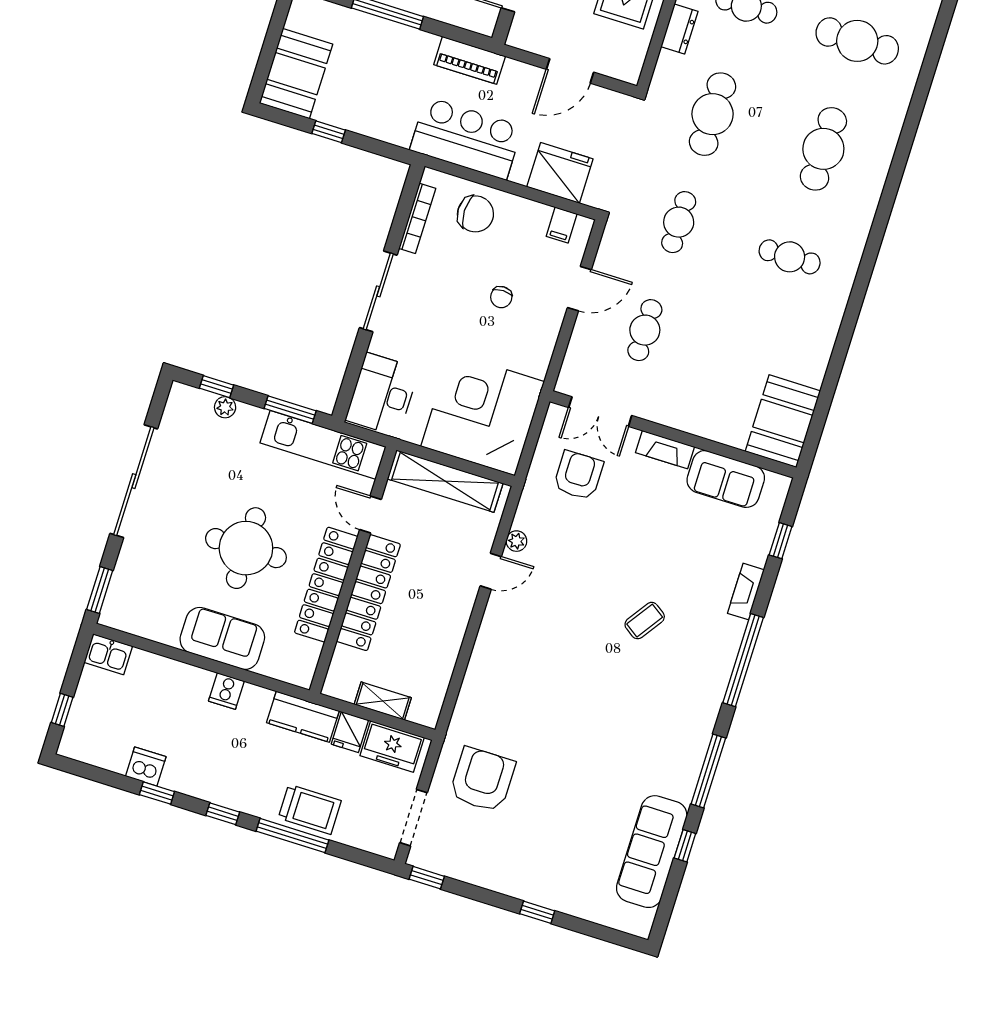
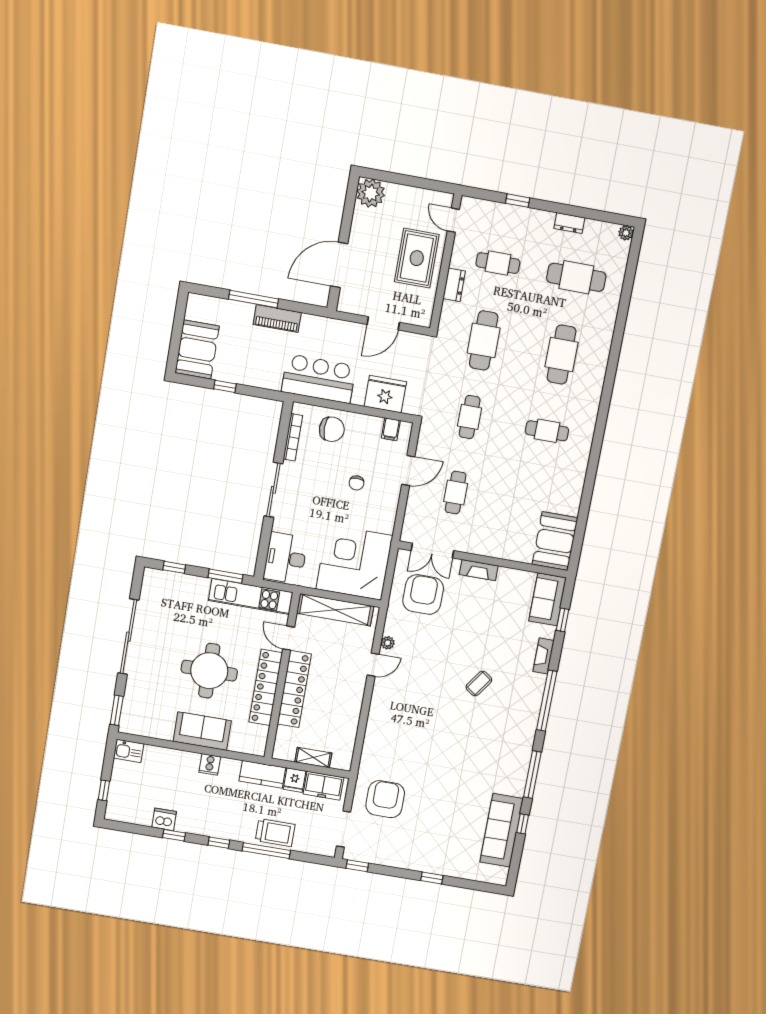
piano: (470, 60) -> (277, 318), moved
plant: (225, 407) -> (182, 580), removed
armchair: (578, 475) -> (423, 595), width x1.36, depth x1.36
sofa: (726, 479) -> (547, 599), moved, turned 90

